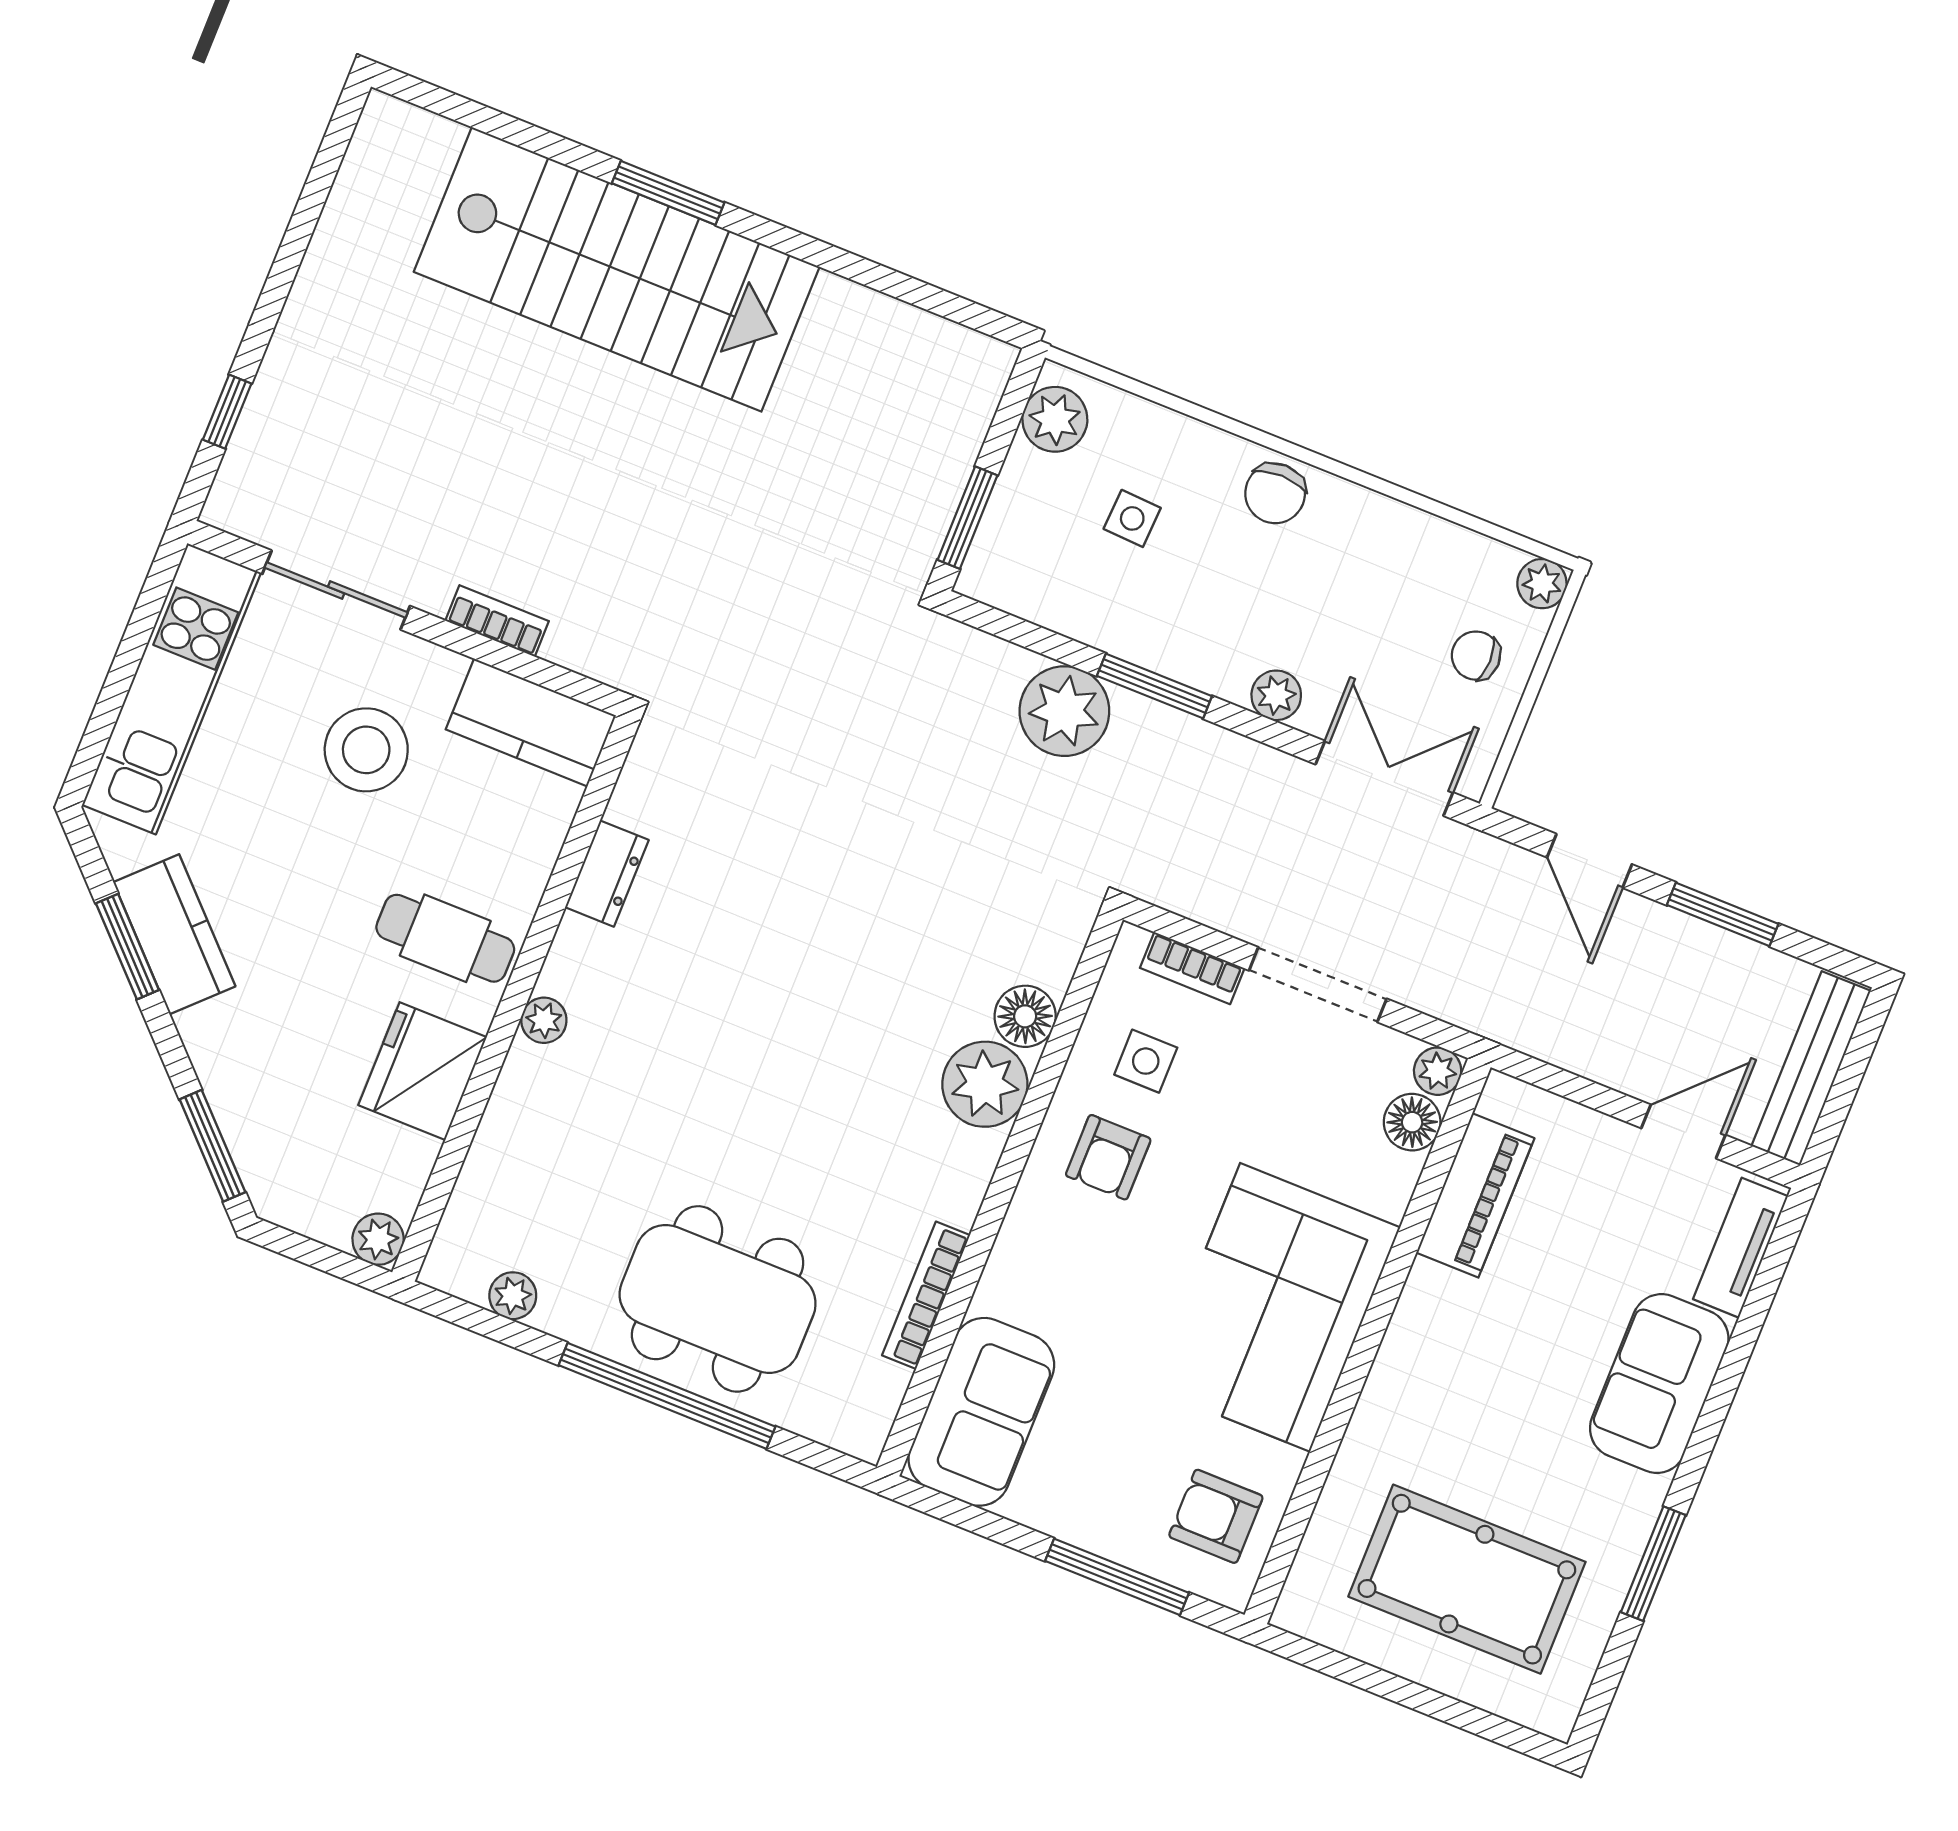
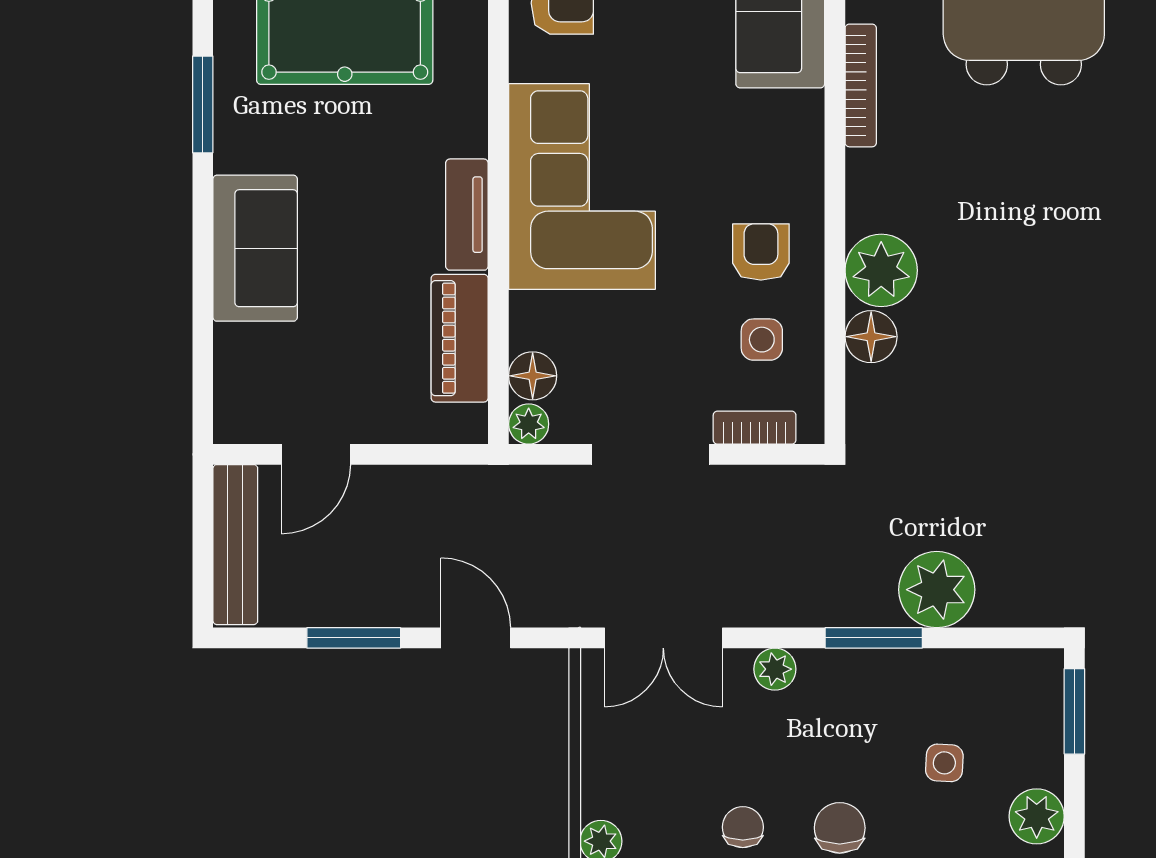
chair: (1476, 656) -> (743, 827), moved, turned -90
tv unit: (1740, 1248) -> (467, 215), moved, turned 180

